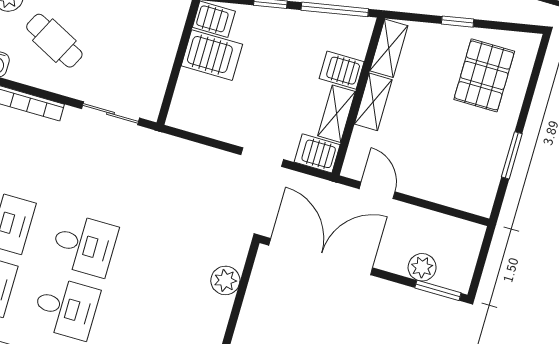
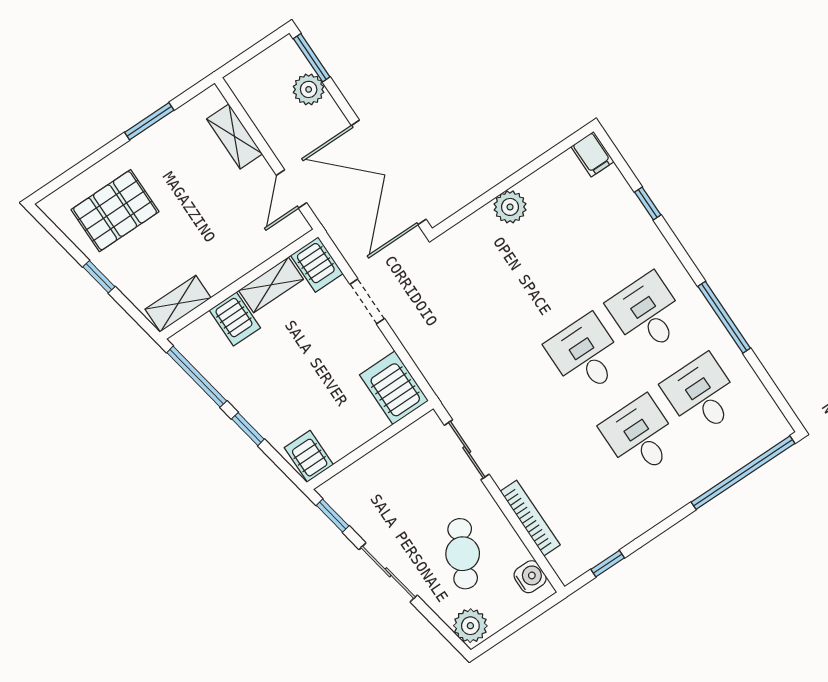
server rack: (212, 55) -> (394, 388), moved
shelving: (373, 102) -> (235, 136), moved, turned 90
plant: (225, 280) -> (510, 207), moved

